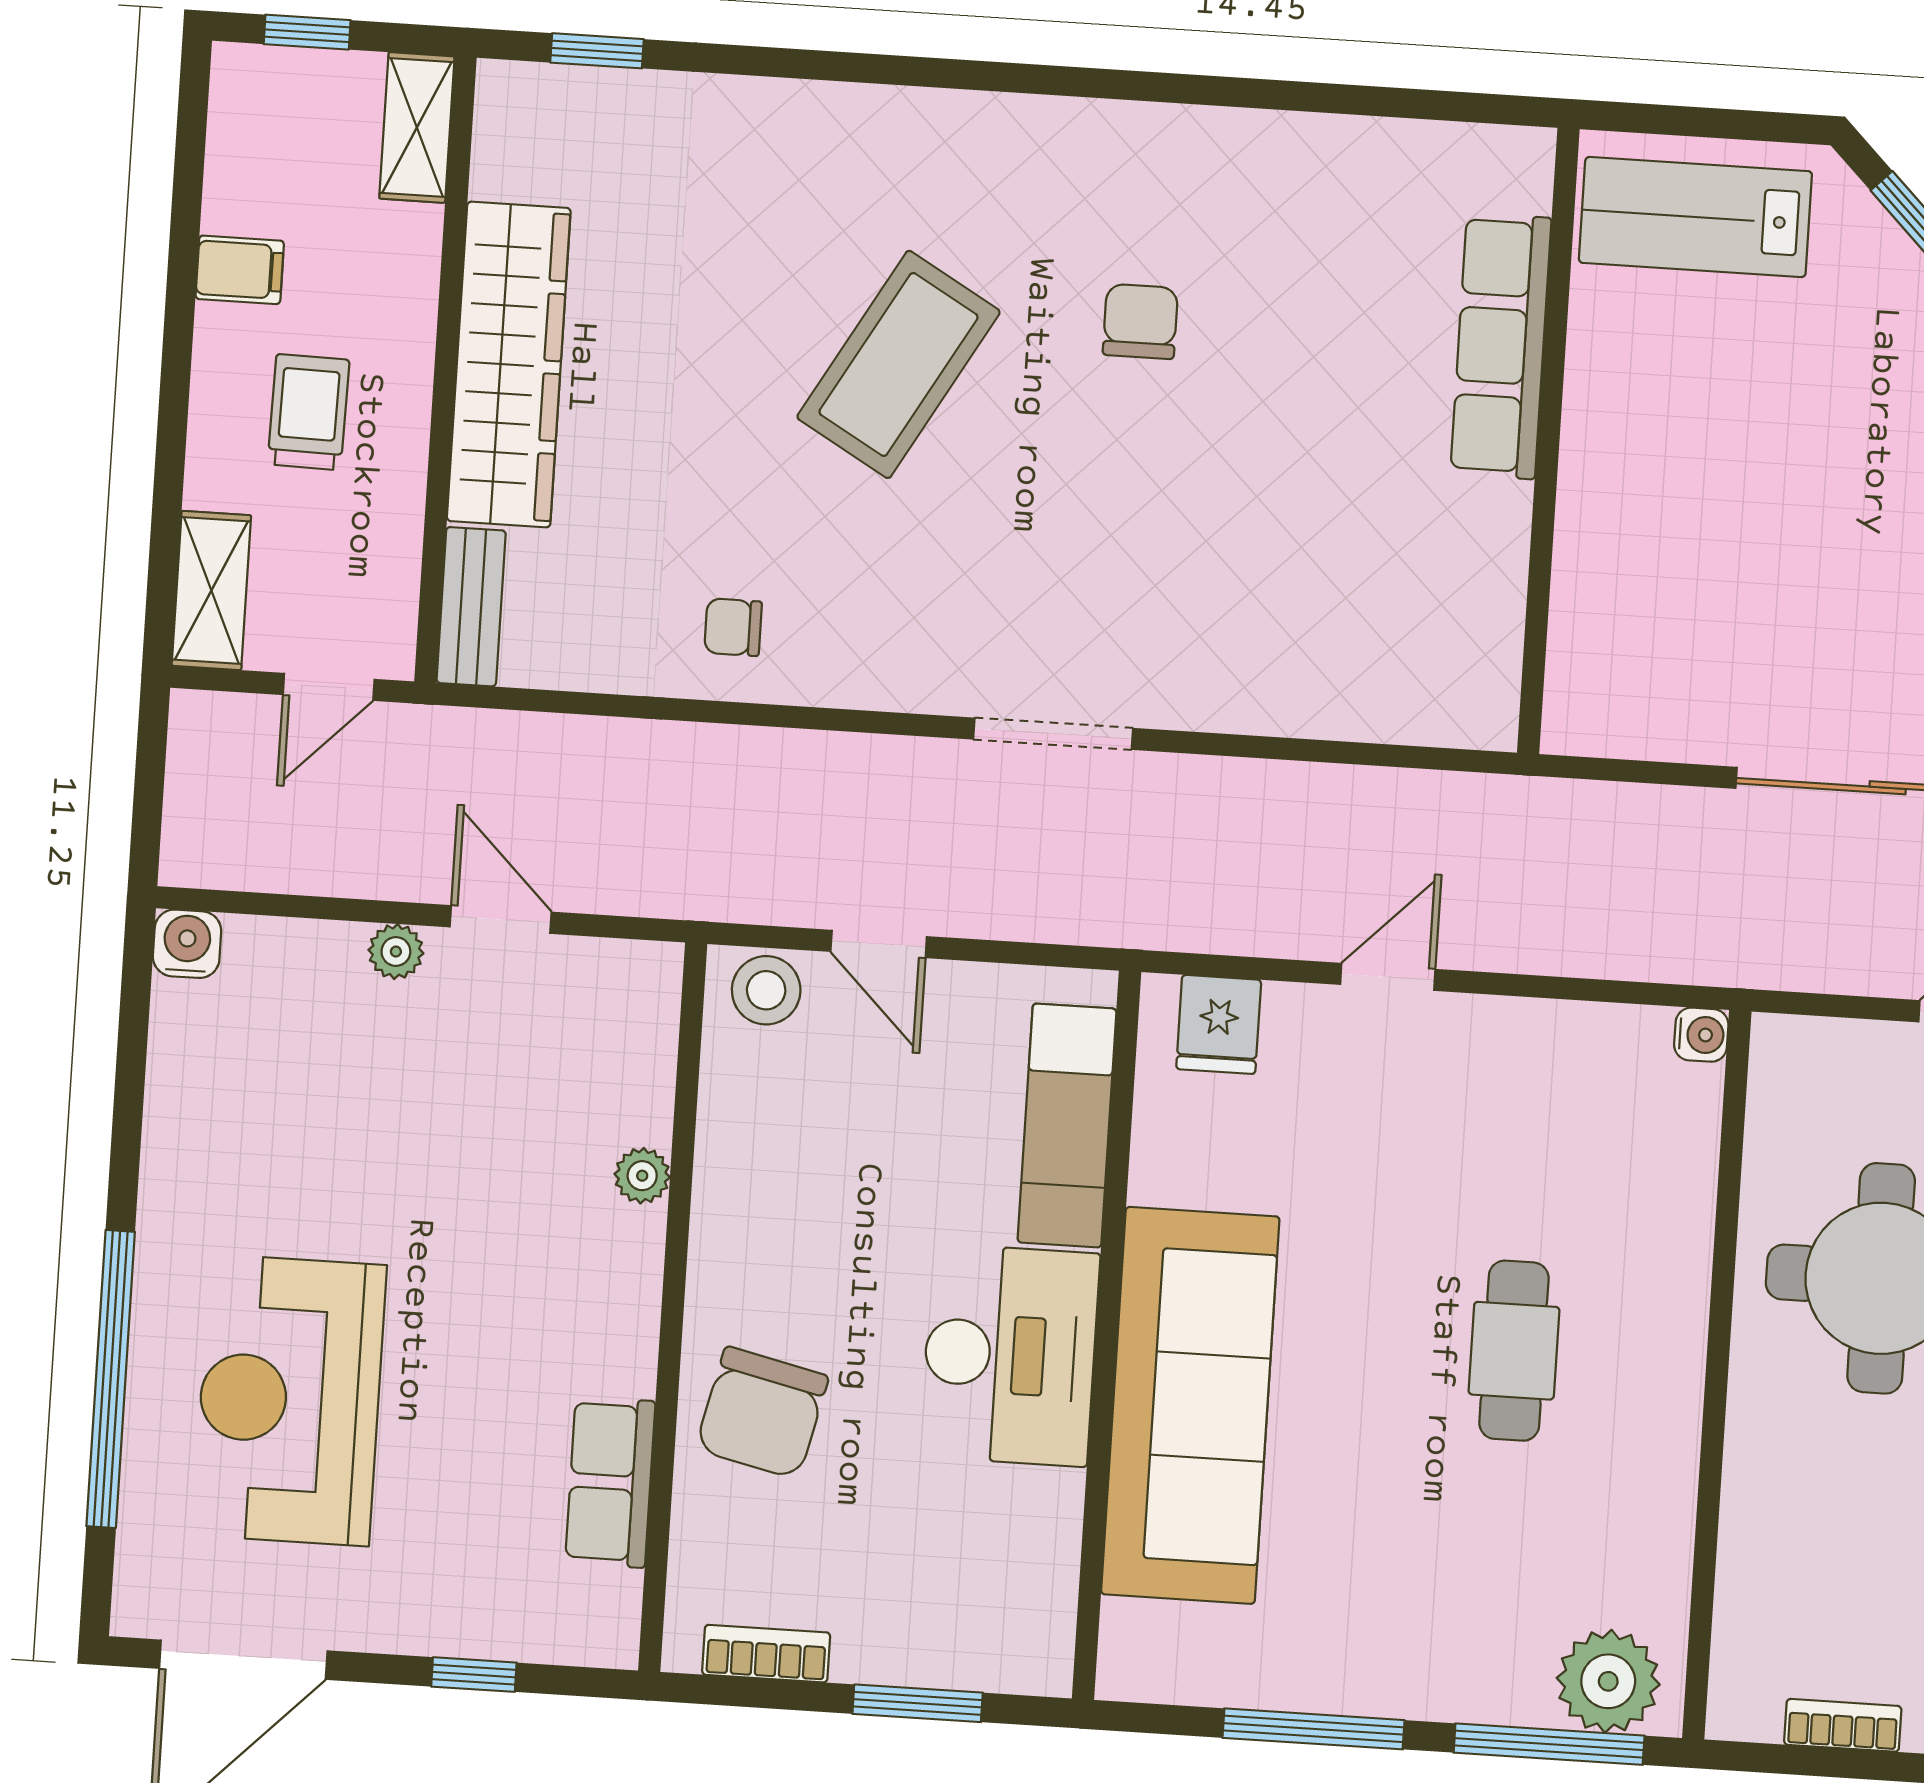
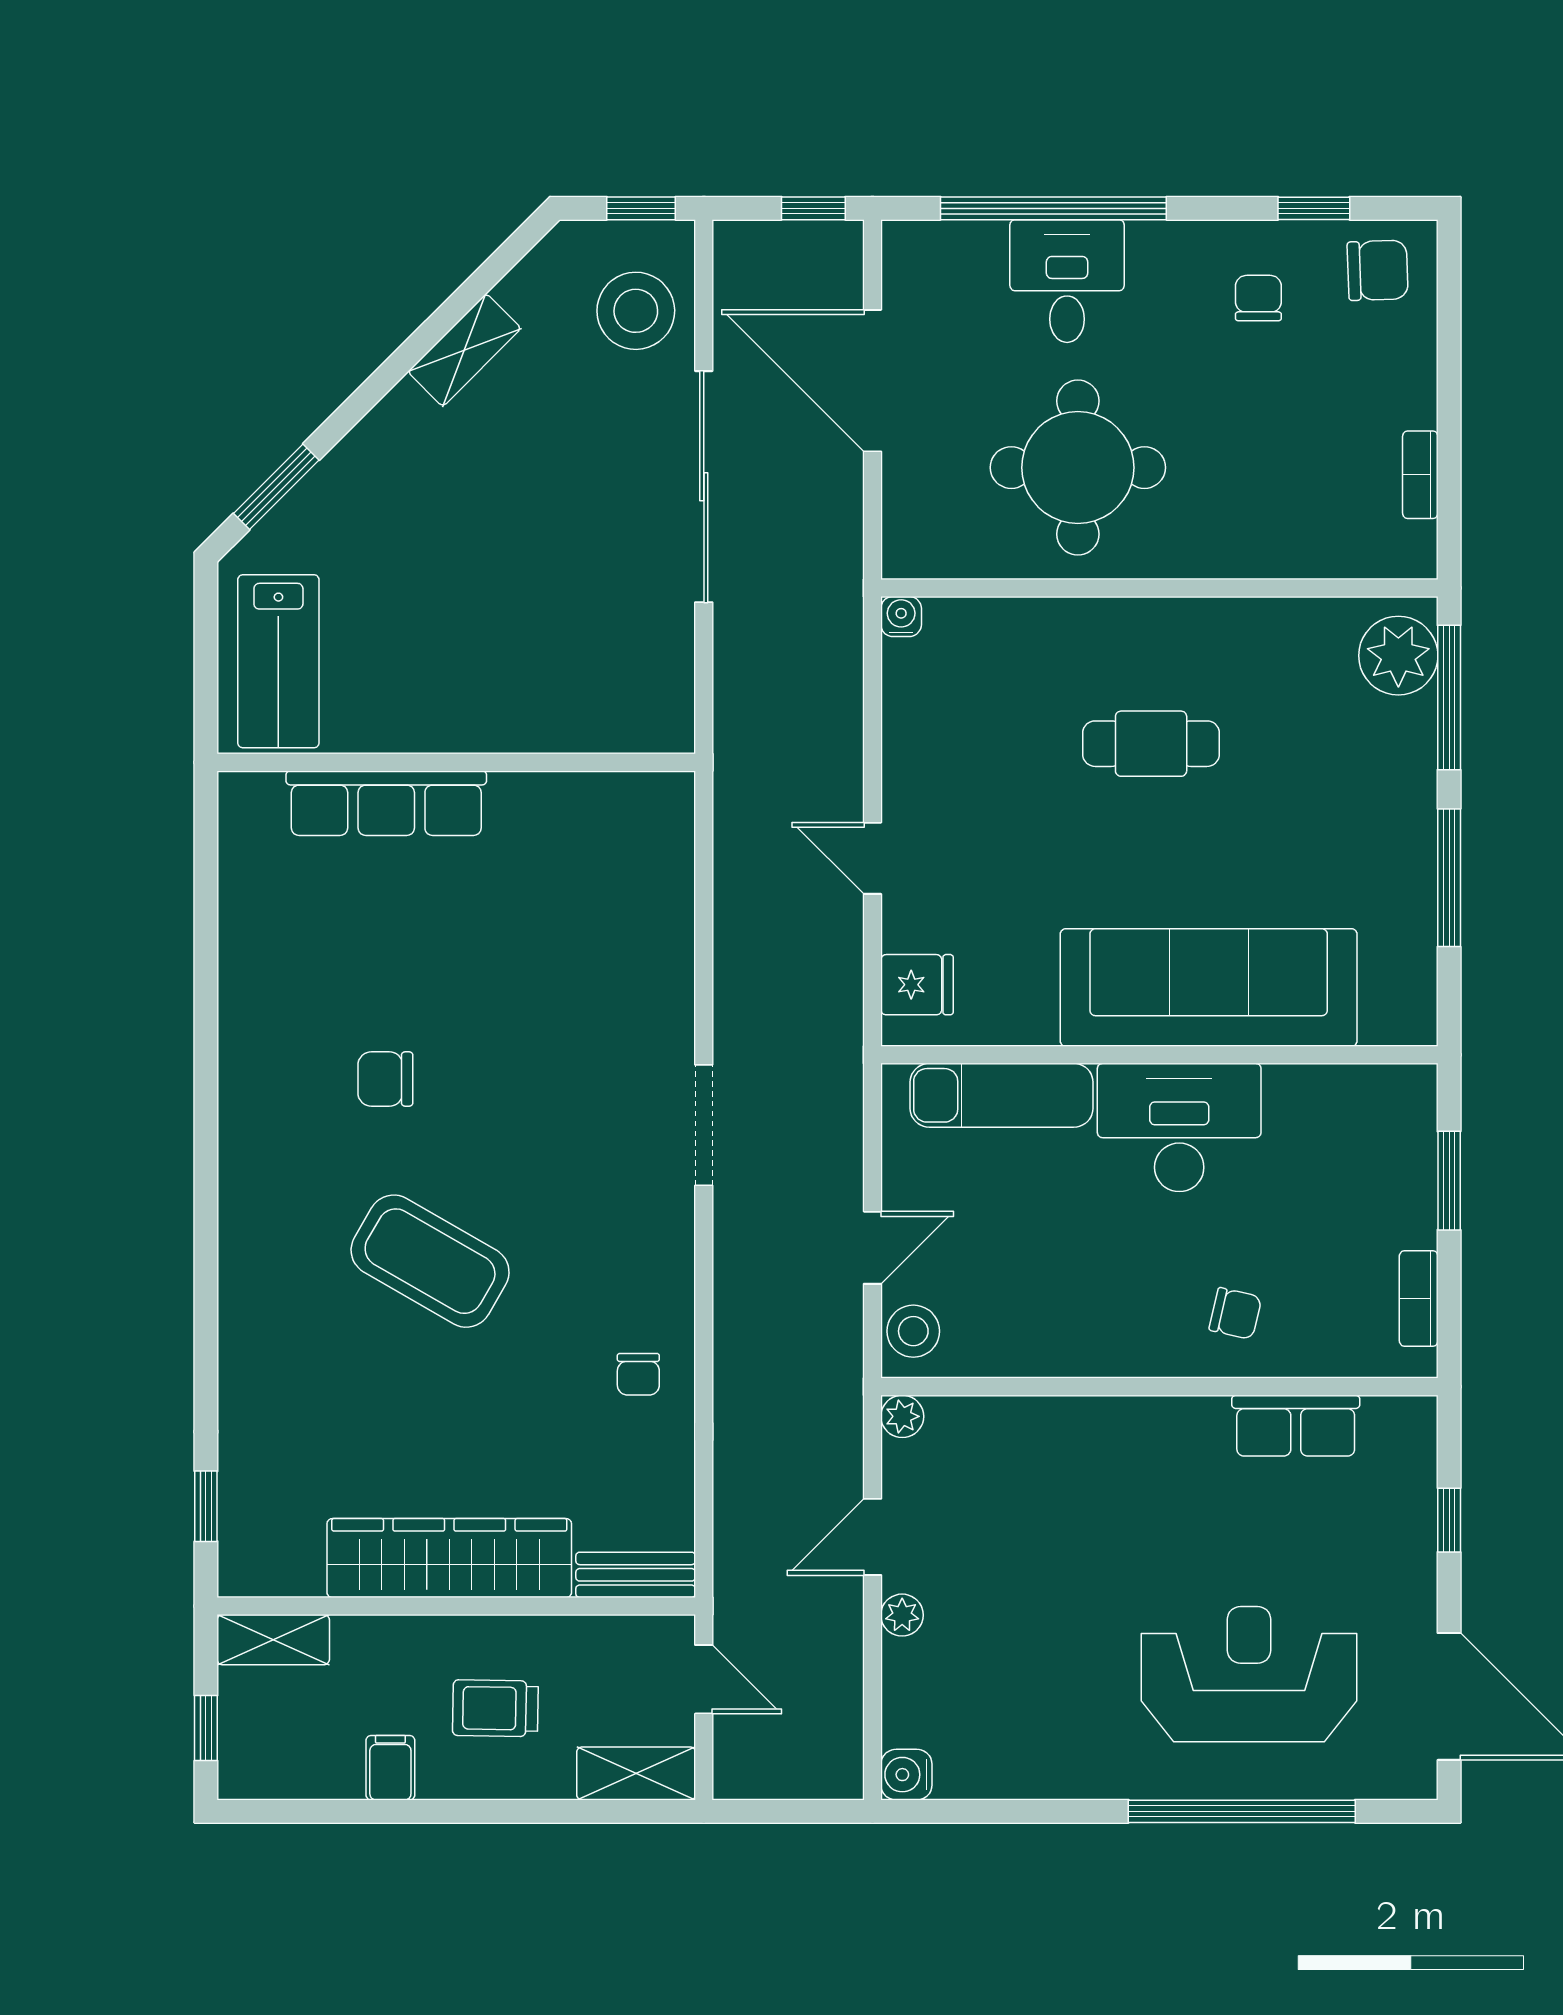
plant: (642, 1176) -> (902, 1416), moved
reception desk: (289, 1400) -> (1249, 1674), turned 180
chair: (762, 1413) -> (1235, 1314), width x0.54, depth x0.54

